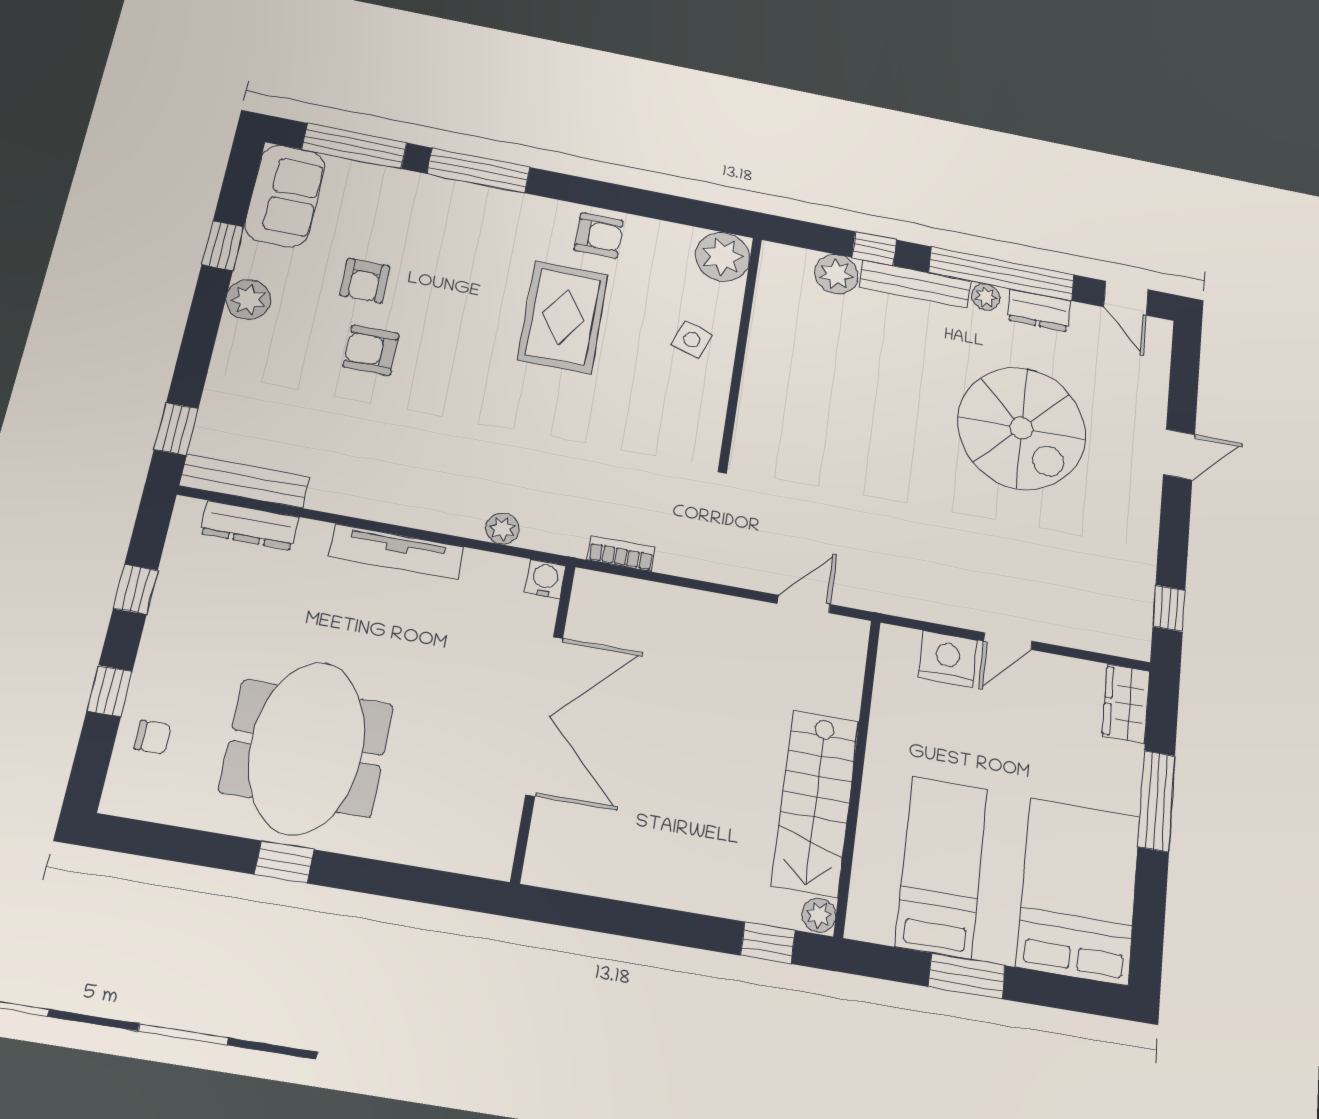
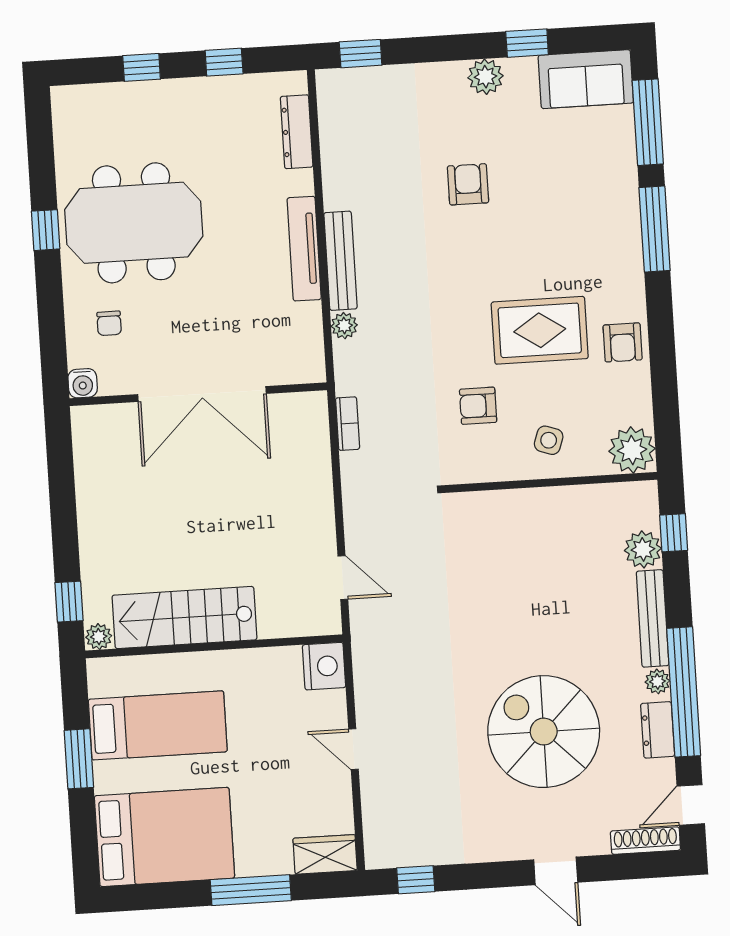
window: (874, 249) -> (674, 533), moved
armchair: (365, 281) -> (478, 406), moved
shoe rack: (1158, 354) -> (645, 841), added
spiral stairs: (1022, 428) -> (544, 732), turned 90
bench: (244, 481) -> (340, 261), moved
water cooler: (545, 579) -> (83, 383), moved, turned 90
nightstand: (948, 659) -> (324, 666), moved
chair: (153, 737) -> (109, 323), moved

